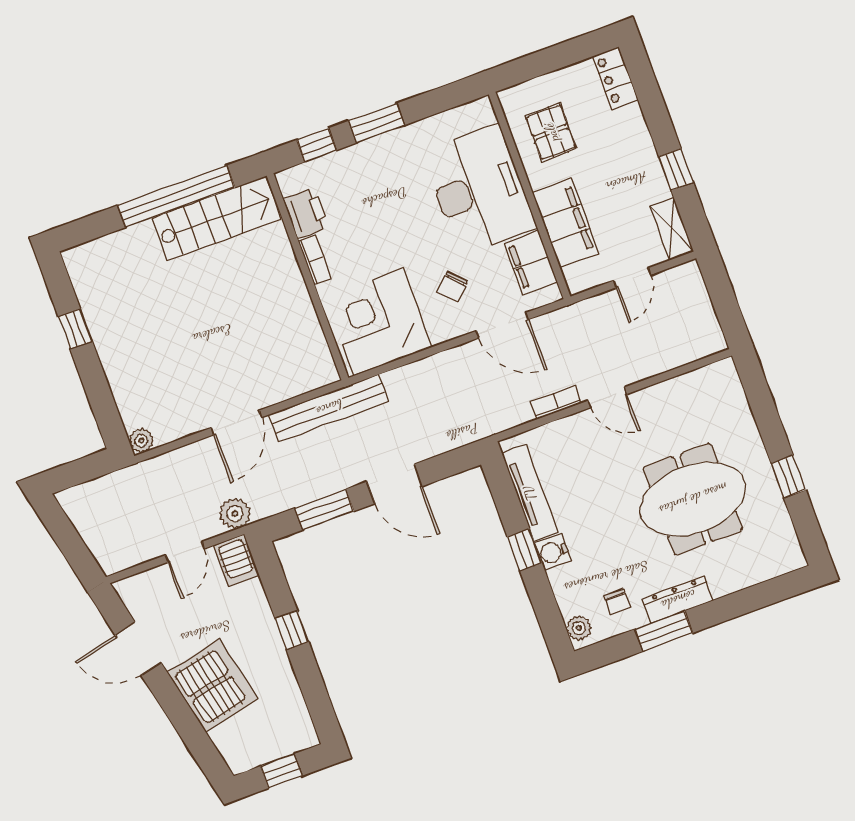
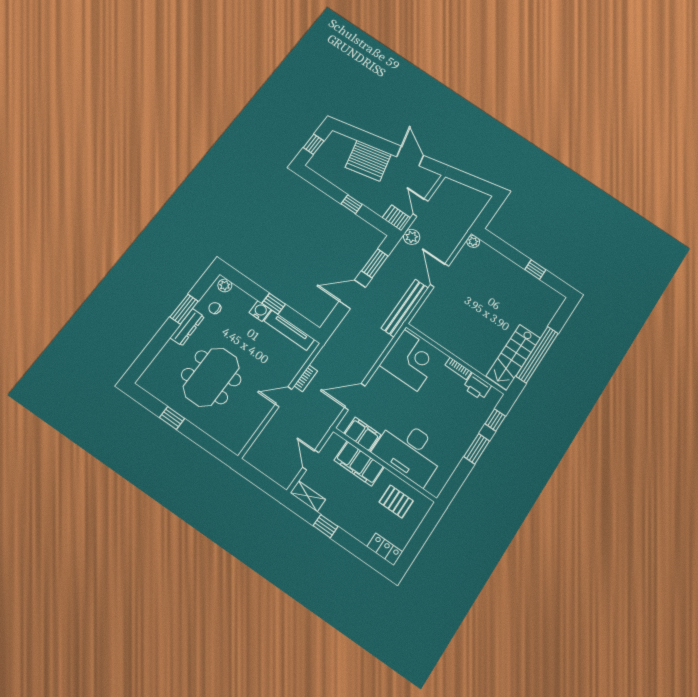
chair: (452, 287) -> (390, 399), removed
door: (138, 649) -> (410, 156), hinge flipped

